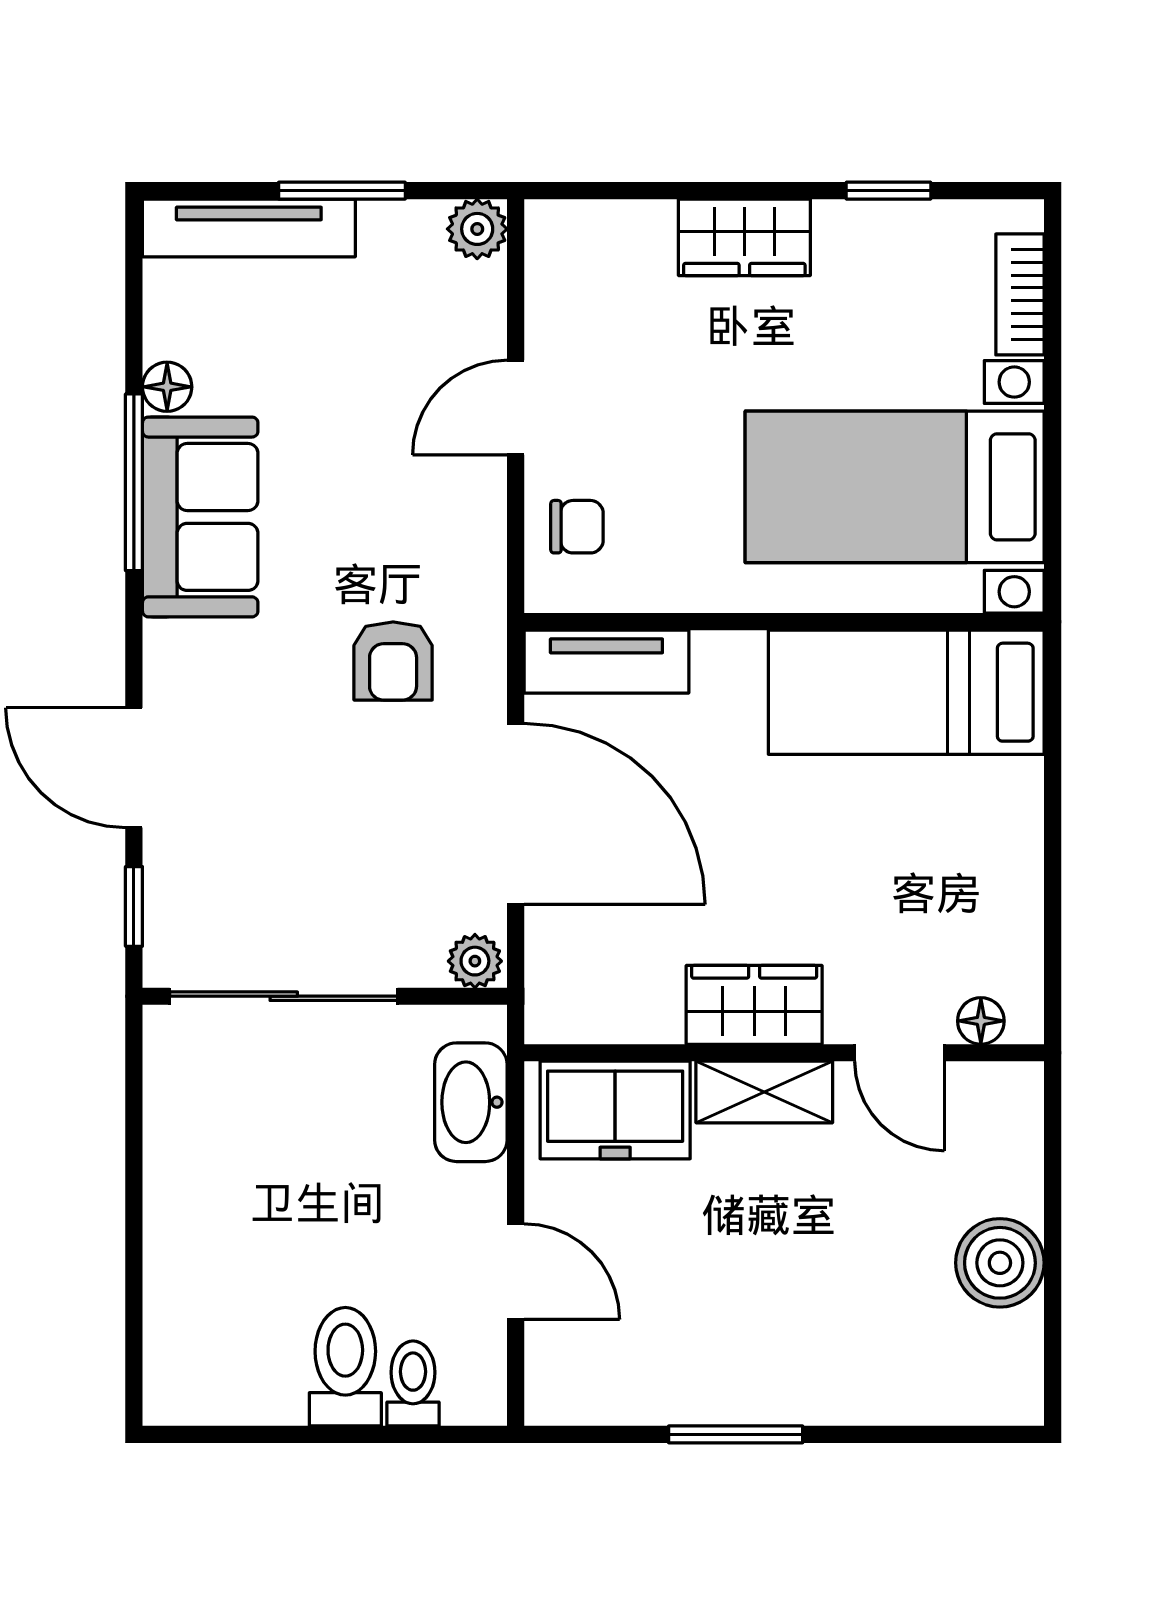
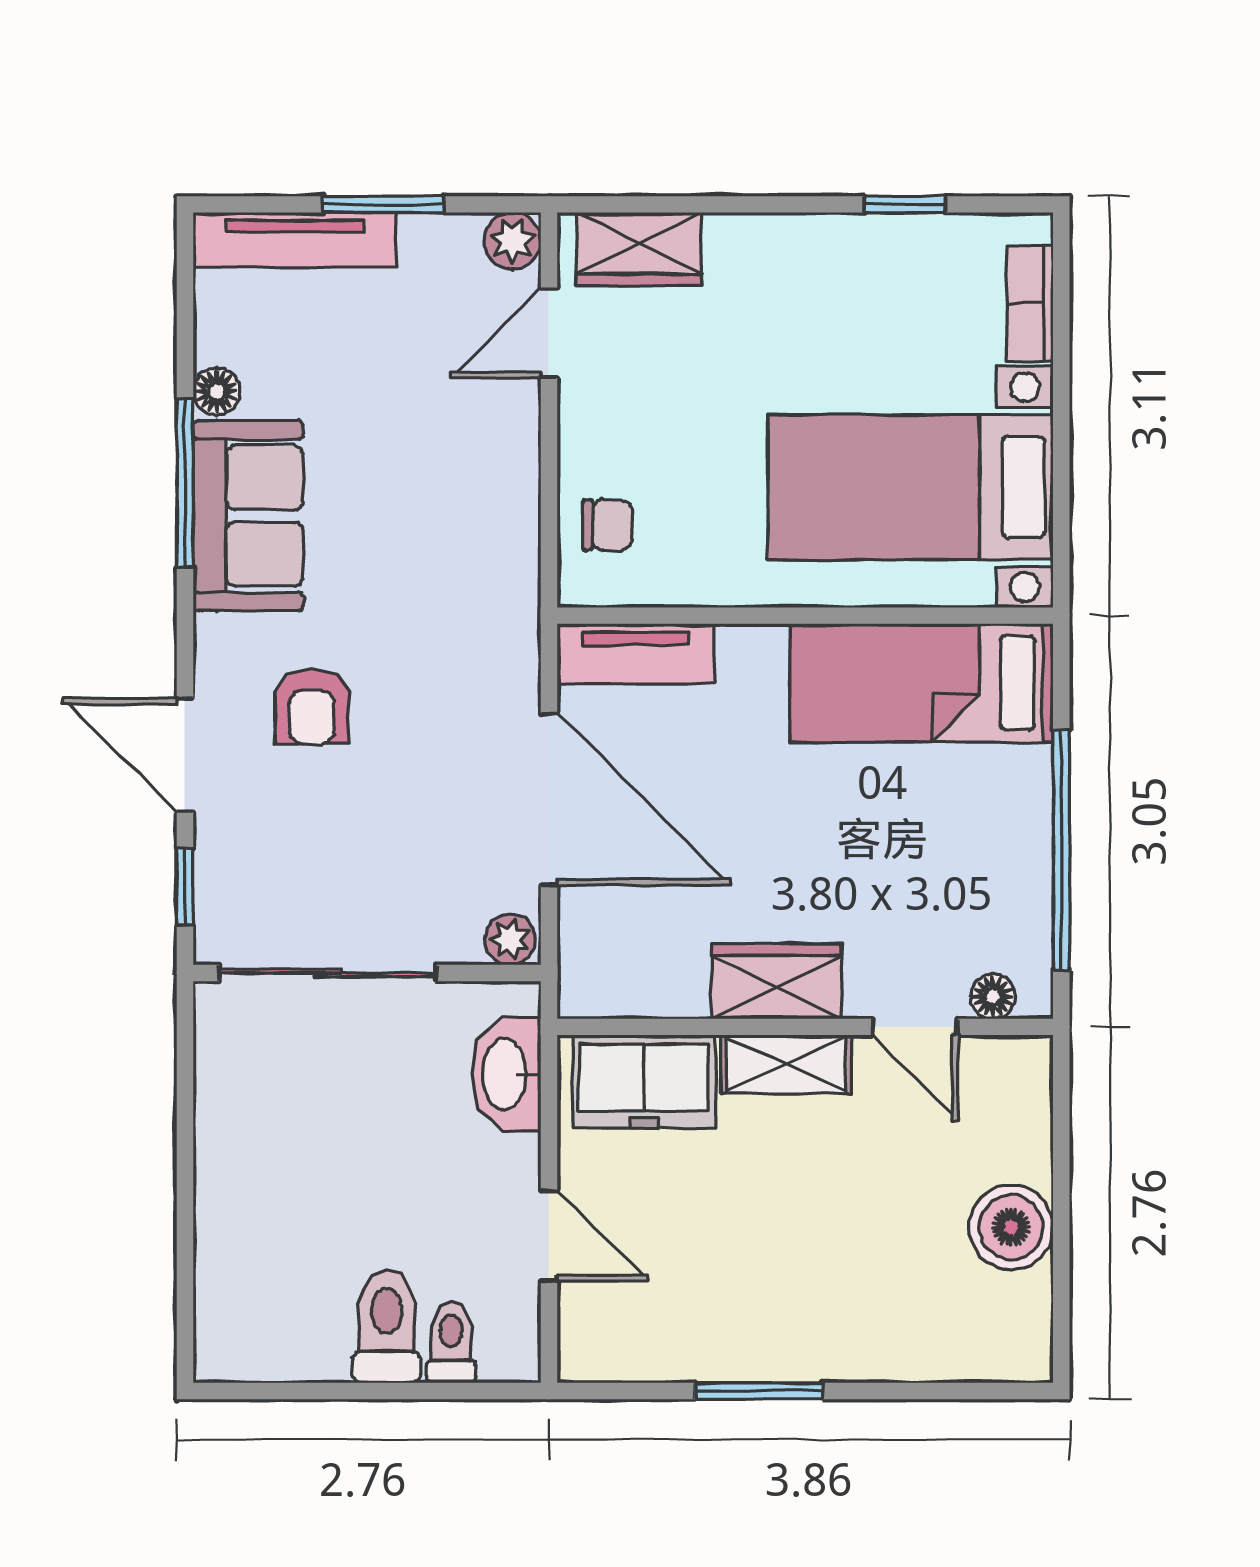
wardrobe: (744, 237) -> (639, 249), moved
door: (516, 408) -> (549, 333), moved
armchair: (393, 661) -> (312, 706), moved
window: (1053, 868) -> (1061, 850), added

